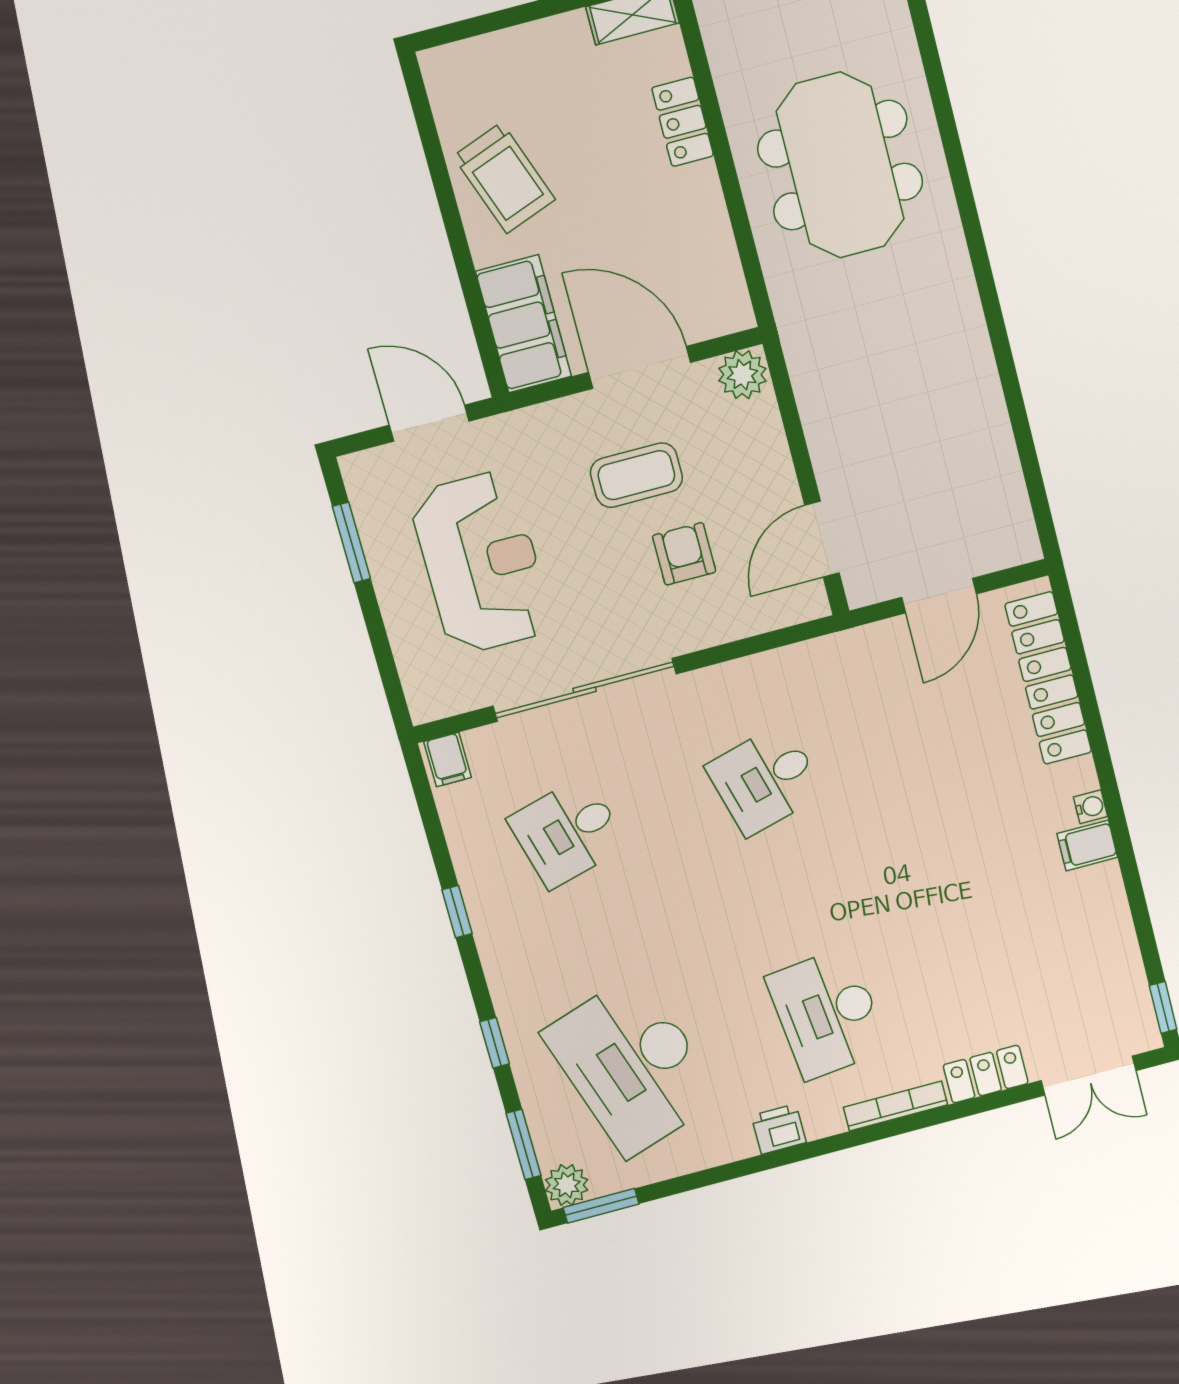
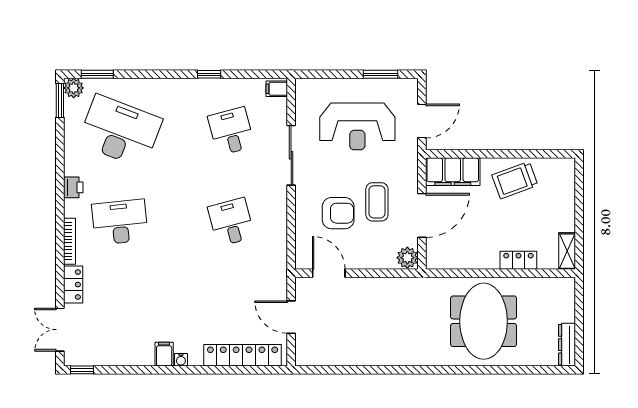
meeting table: (840, 165) -> (484, 321), turned 90
armchair: (684, 554) -> (338, 213), width x1.38, depth x1.38
sliding door: (585, 690) -> (291, 155), width x0.73
window: (495, 1043) -> (146, 74), removed
desk: (632, 1065) -> (120, 131), turned 39

